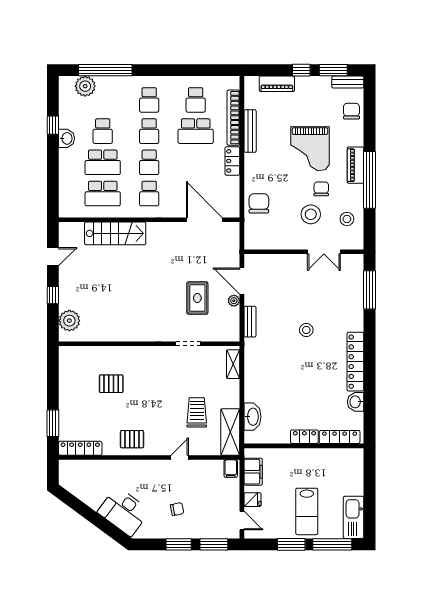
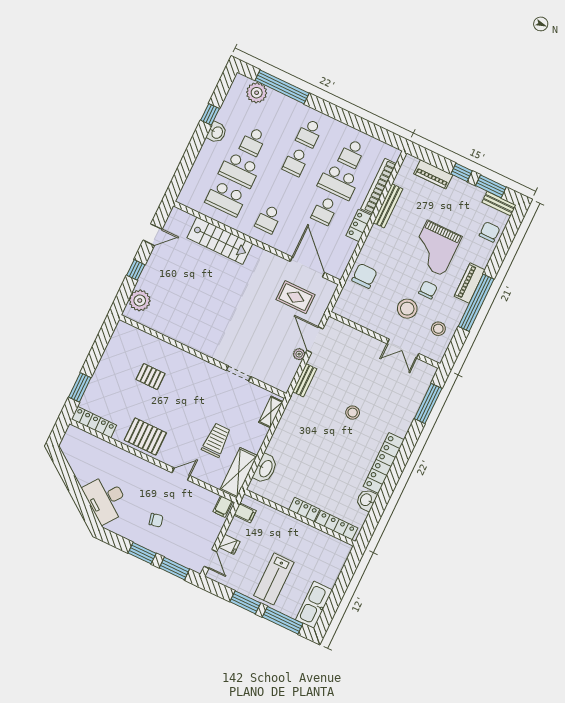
school desk: (149, 162) -> (325, 211), moved
rug: (197, 298) -> (295, 297), moved, turned 90
pallet: (132, 439) -> (145, 436), width x1.50, depth x1.42
filing cabinet: (253, 472) -> (245, 513), width x0.50

